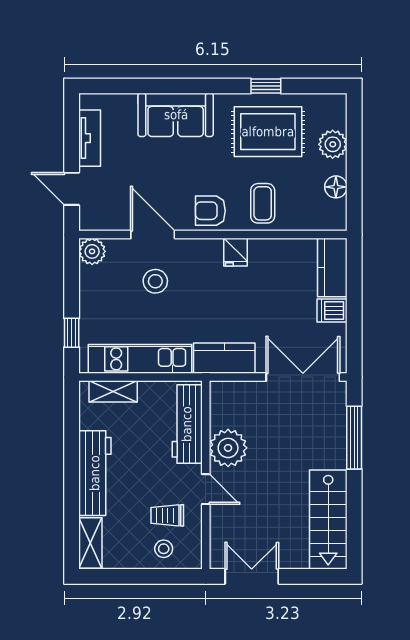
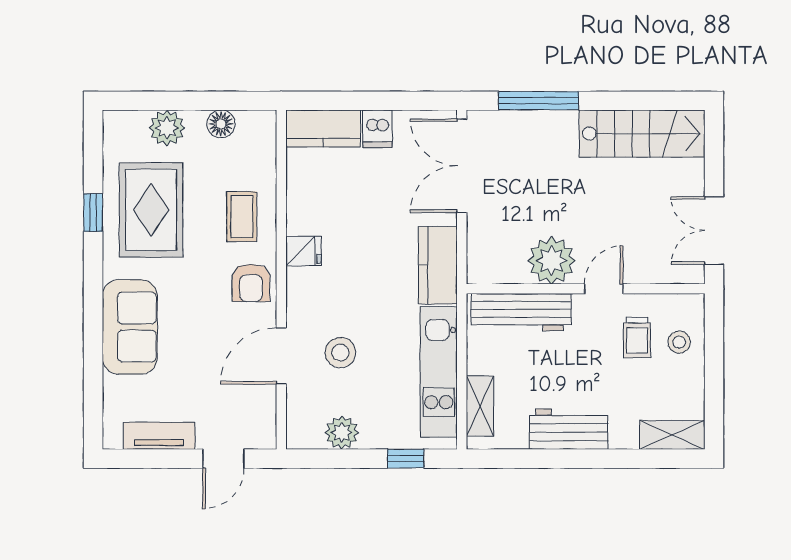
coffee table: (263, 203) -> (242, 217), turned 90
plant: (92, 251) -> (342, 433), moved
workbench: (95, 473) -> (569, 429), width x0.73

